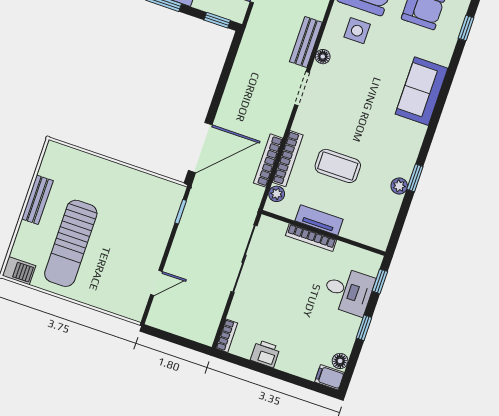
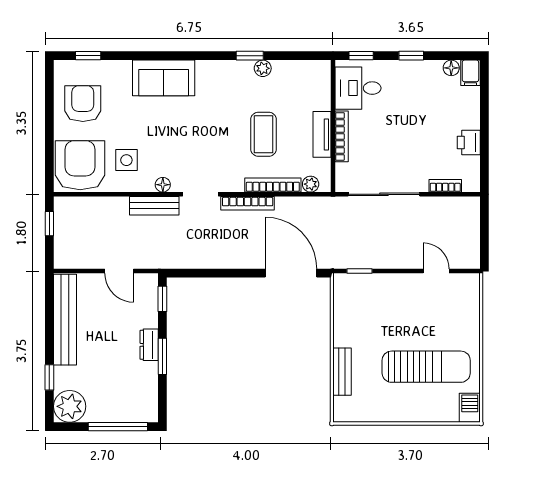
bookcase: (268, 161) -> (248, 203), moved
bench: (37, 200) -> (342, 372), moved, turned 90
desk: (348, 291) -> (358, 88), moved, turned -90
bookcase: (227, 336) -> (445, 186), moved

